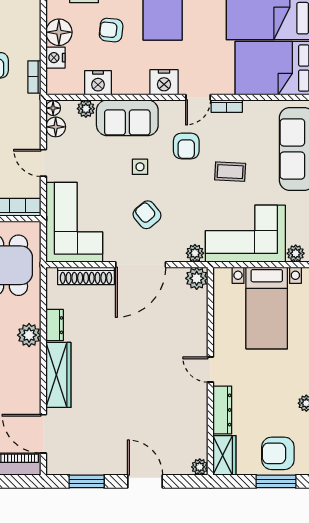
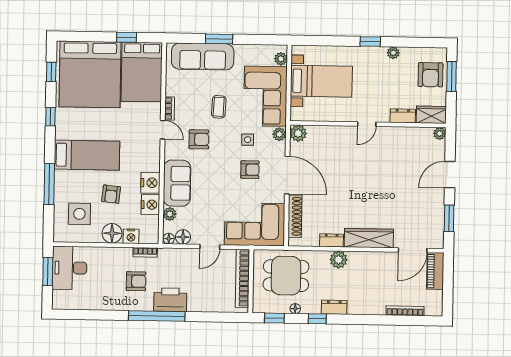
nightstand: (164, 82) -> (150, 183), moved
side table: (140, 167) -> (248, 140), moved
armchair: (147, 215) -> (250, 170), turned -140
dresser: (222, 410) -> (403, 116), width x0.70

